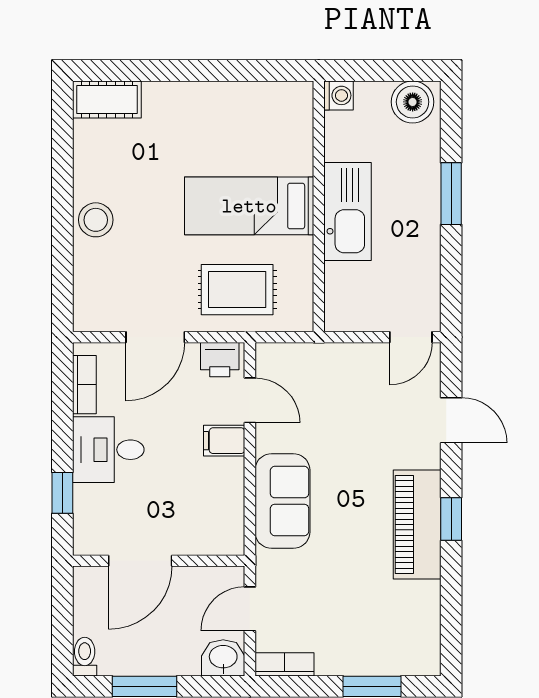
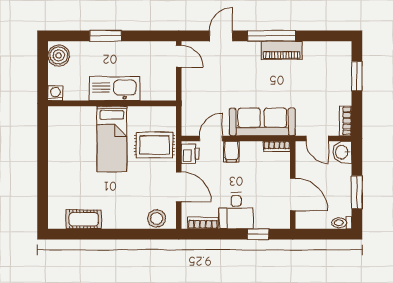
cot: (107, 99) -> (84, 219), moved, turned 90
stool: (96, 220) -> (157, 219), moved
rug: (237, 290) -> (154, 145), turned 90
sofa: (282, 501) -> (262, 122), width x1.36
window: (451, 519) -> (271, 36), width x2.17
piano: (417, 525) -> (282, 50), width x0.73, depth x0.75
bookcase: (234, 529) -> (277, 146), added

